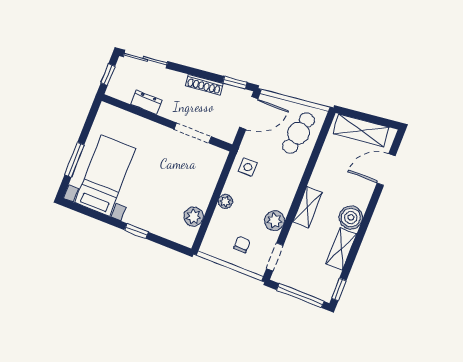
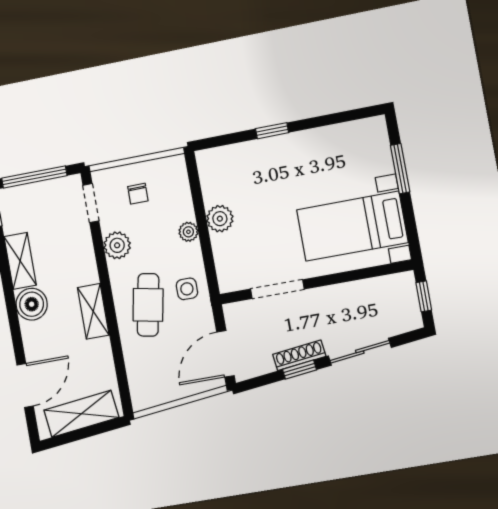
sliding door: (146, 59) -> (360, 352), moved
window: (235, 83) -> (299, 370), moved
dresser: (146, 102) -> (356, 291), removed
cafe table: (298, 133) -> (148, 305), moved
bed with nightstands: (105, 176) -> (352, 226), moved, turned 90
shelving: (308, 207) -> (93, 311), moved
plant: (194, 217) -> (220, 219), moved

